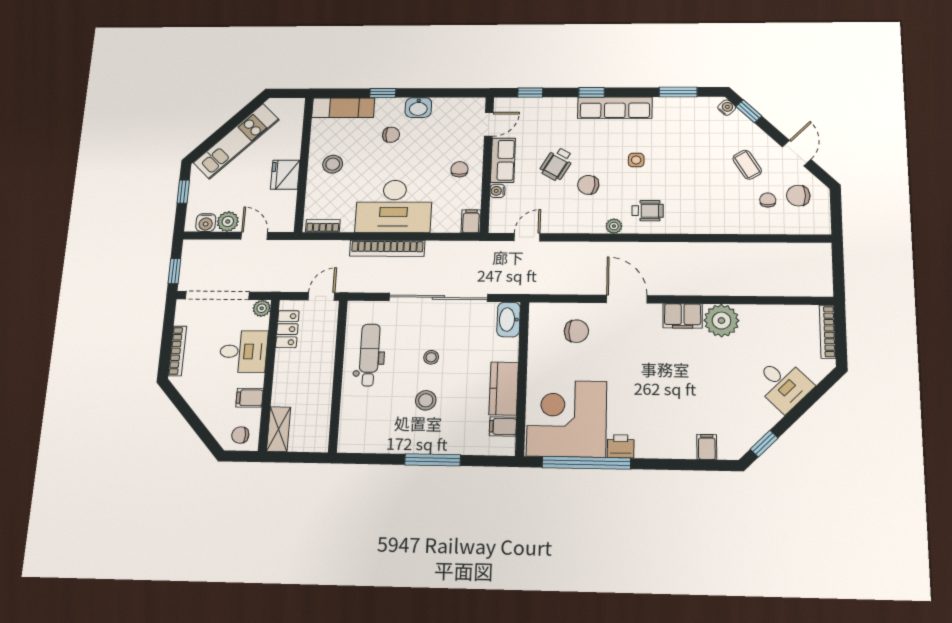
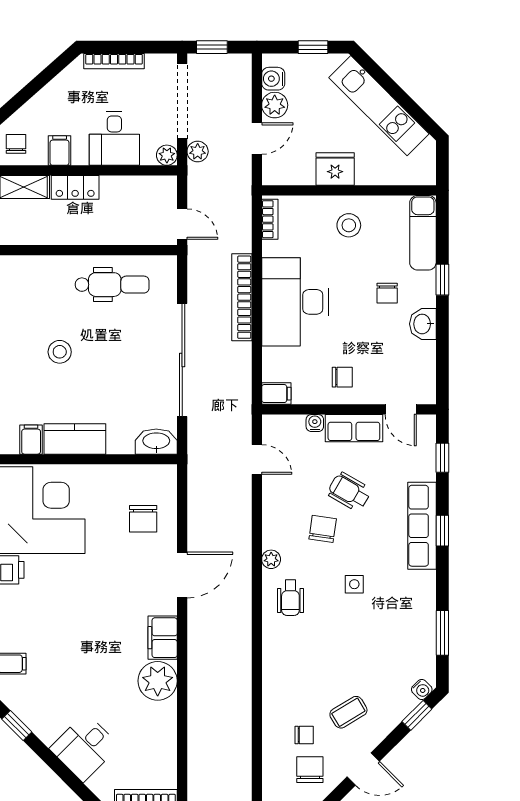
row of seats: (615, 108) -> (422, 526), moved
plant: (261, 283) -> (198, 151), added
locker: (287, 329) -> (75, 187), moved
stool: (431, 357) -> (110, 355), removed

